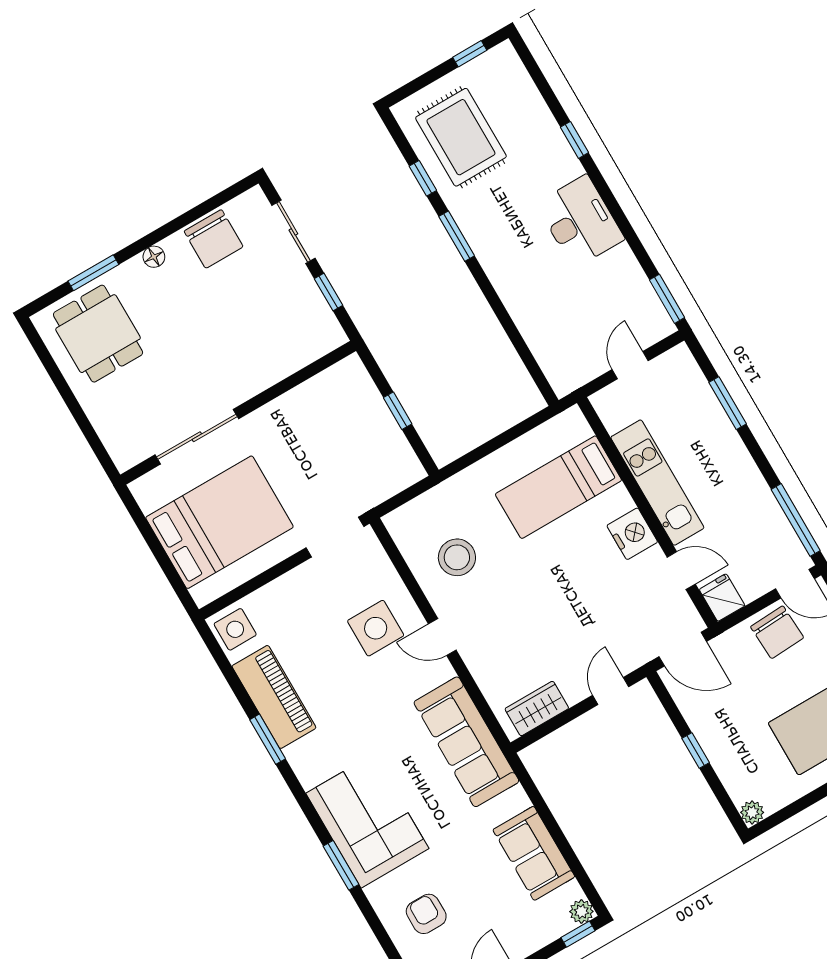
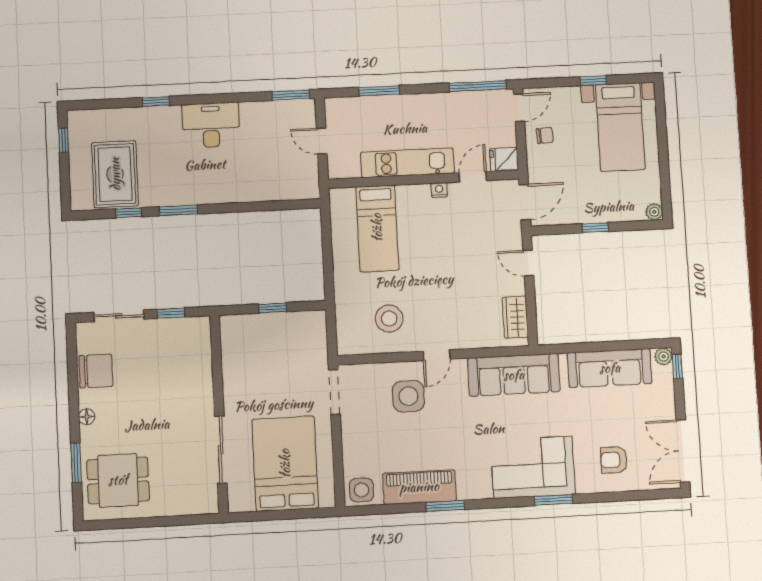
rug: (461, 137) -> (115, 174), turned 90
nightstand: (632, 534) -> (439, 190), width x0.53, depth x0.56
chair: (777, 632) -> (545, 135), width x0.54, depth x0.54
sofa: (534, 853) -> (610, 368), width x1.36

